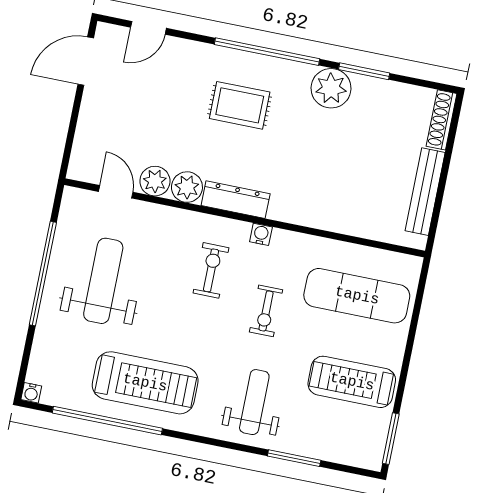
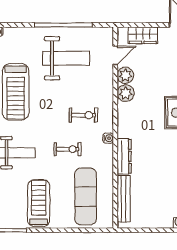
wardrobe: (90, 136) -> (143, 35), added
bench: (425, 192) -> (124, 199), moved, turned 90
dresser: (236, 200) -> (124, 156), moved
exercise bike: (266, 311) -> (68, 149), turned 180

